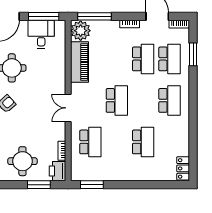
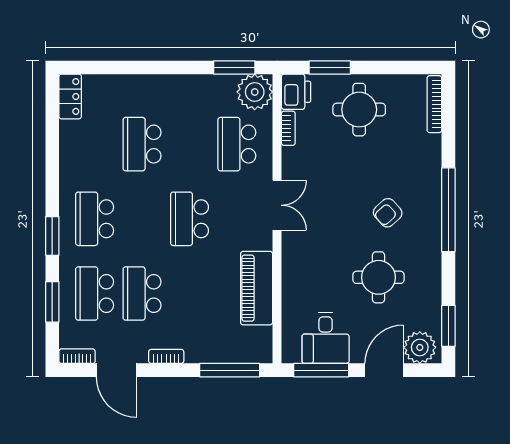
plant: (81, 31) -> (255, 92), moved
window: (193, 91) -> (52, 236), added

